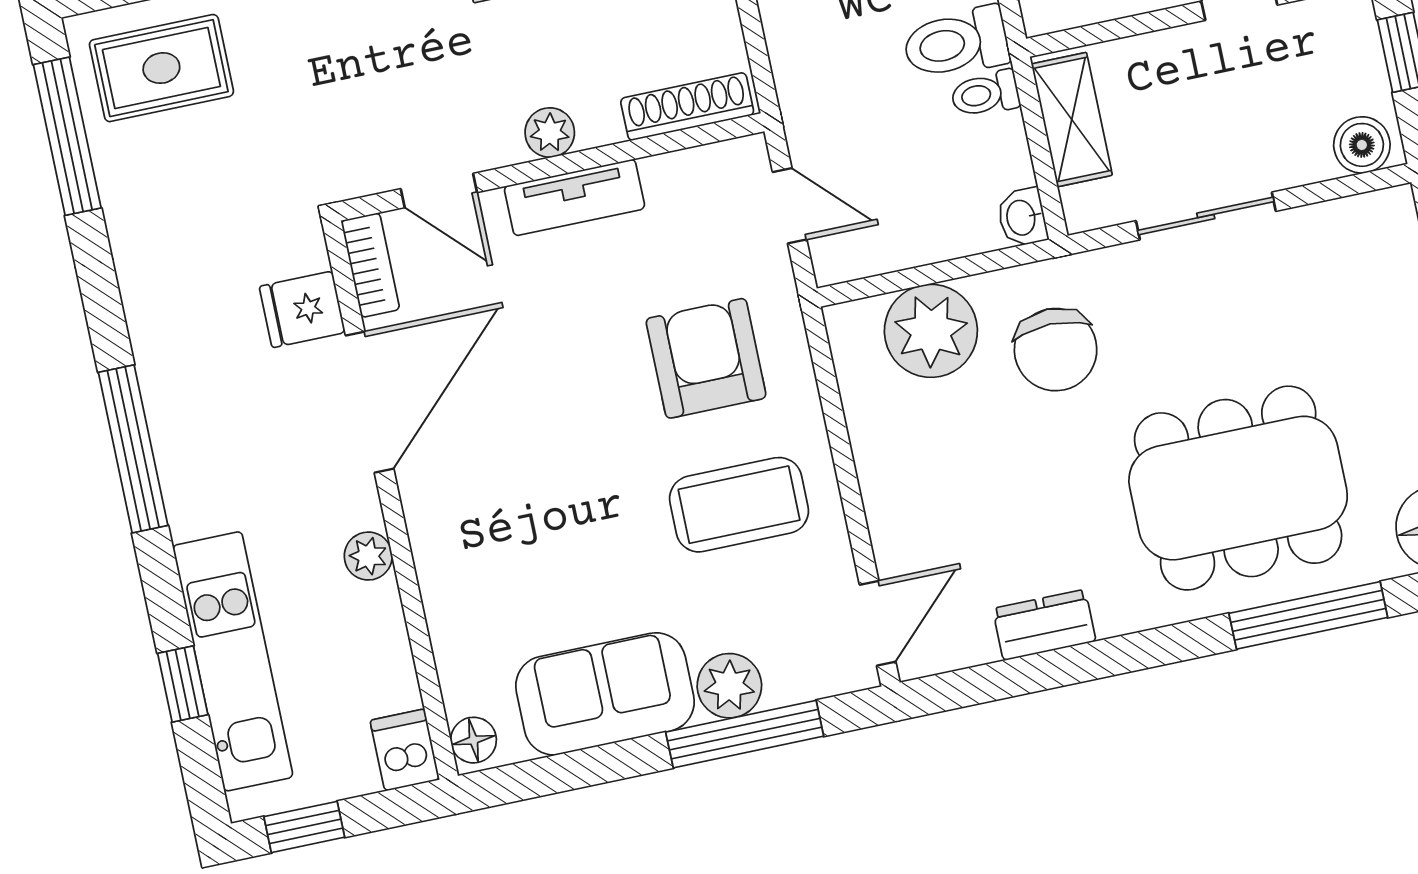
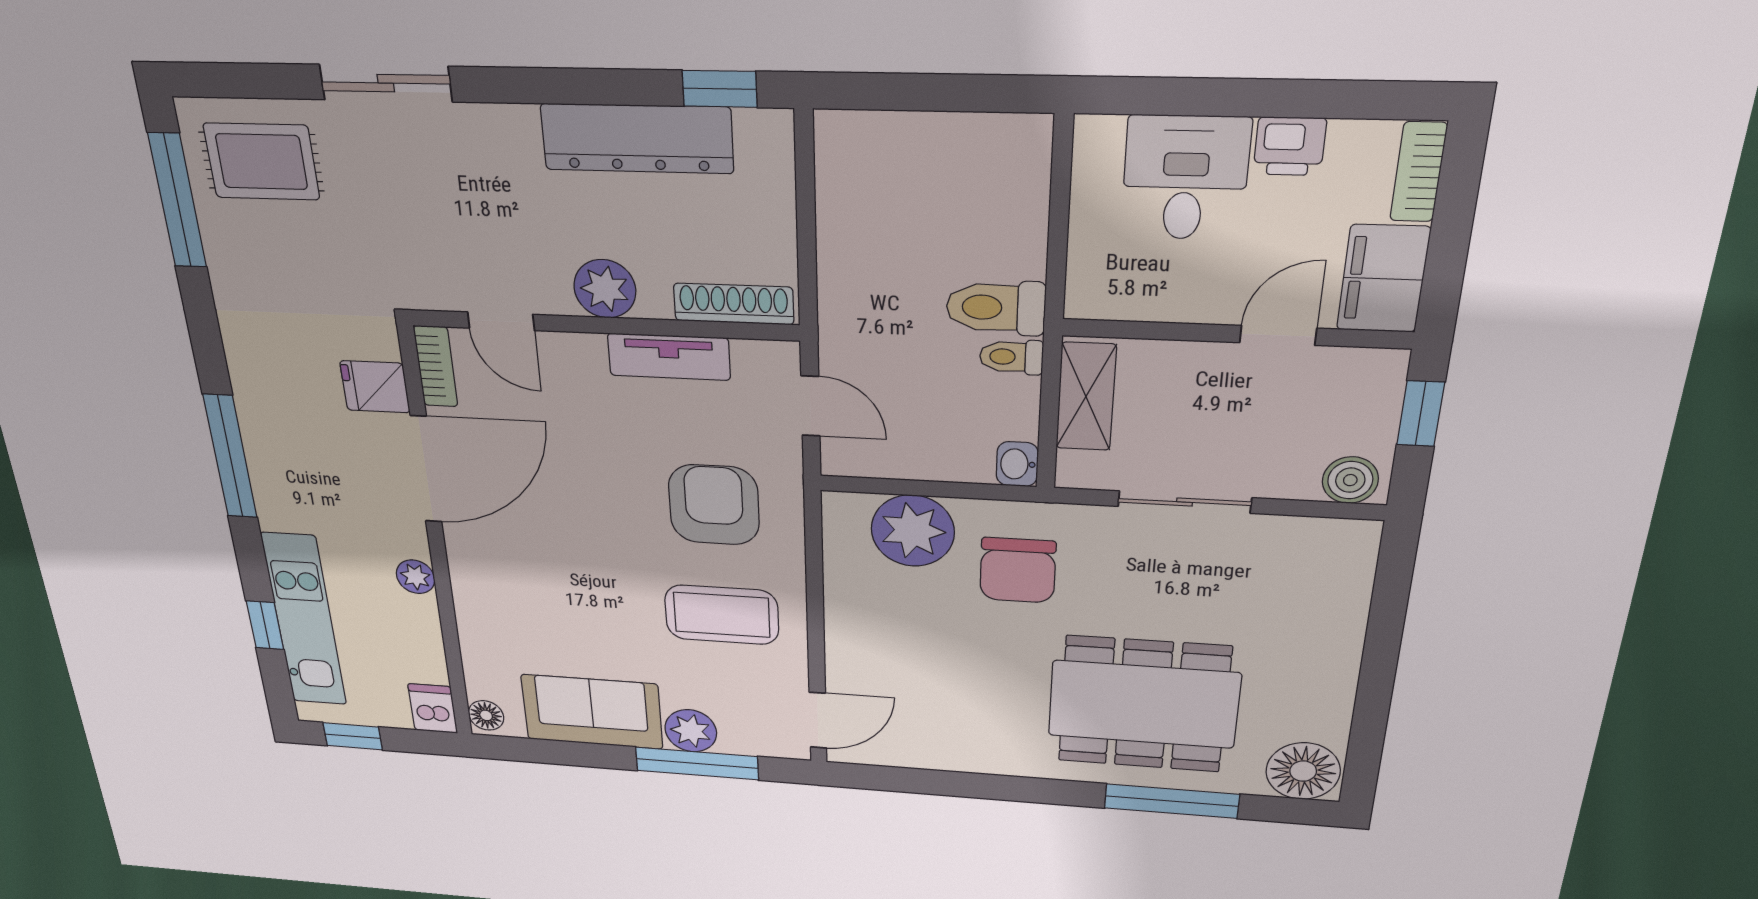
plant: (550, 133) -> (605, 289), width x1.38, depth x1.38
tv unit: (574, 197) -> (669, 357), moved
dresser: (1044, 625) -> (953, 754), removed

